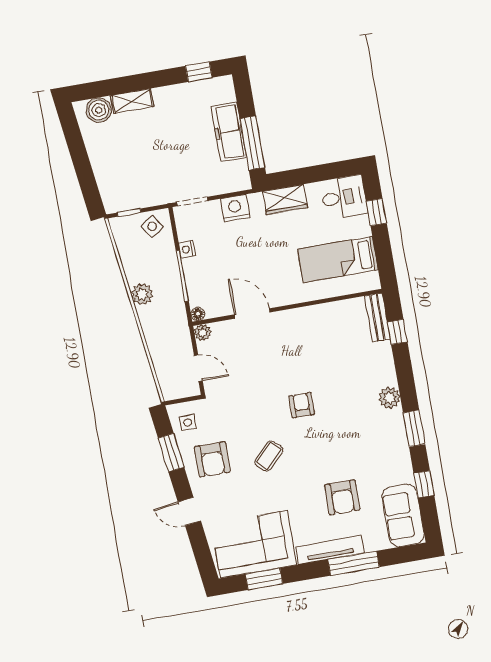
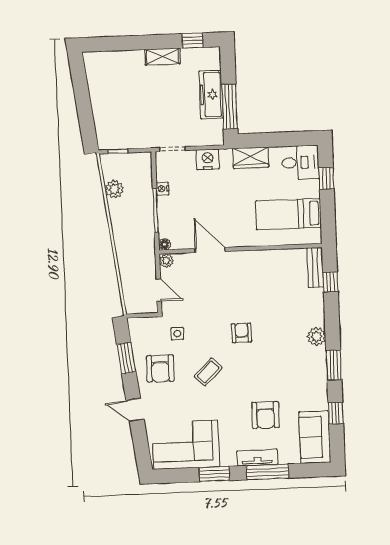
shelving: (132, 101) -> (162, 56), moved
boiler: (99, 110) -> (104, 62), removed
side table: (152, 226) -> (136, 165), removed
plant: (142, 294) -> (114, 189), moved
side table: (188, 423) -> (177, 334), moved
tv unit: (330, 550) -> (257, 458), width x0.71
window: (264, 579) -> (215, 474), moved

